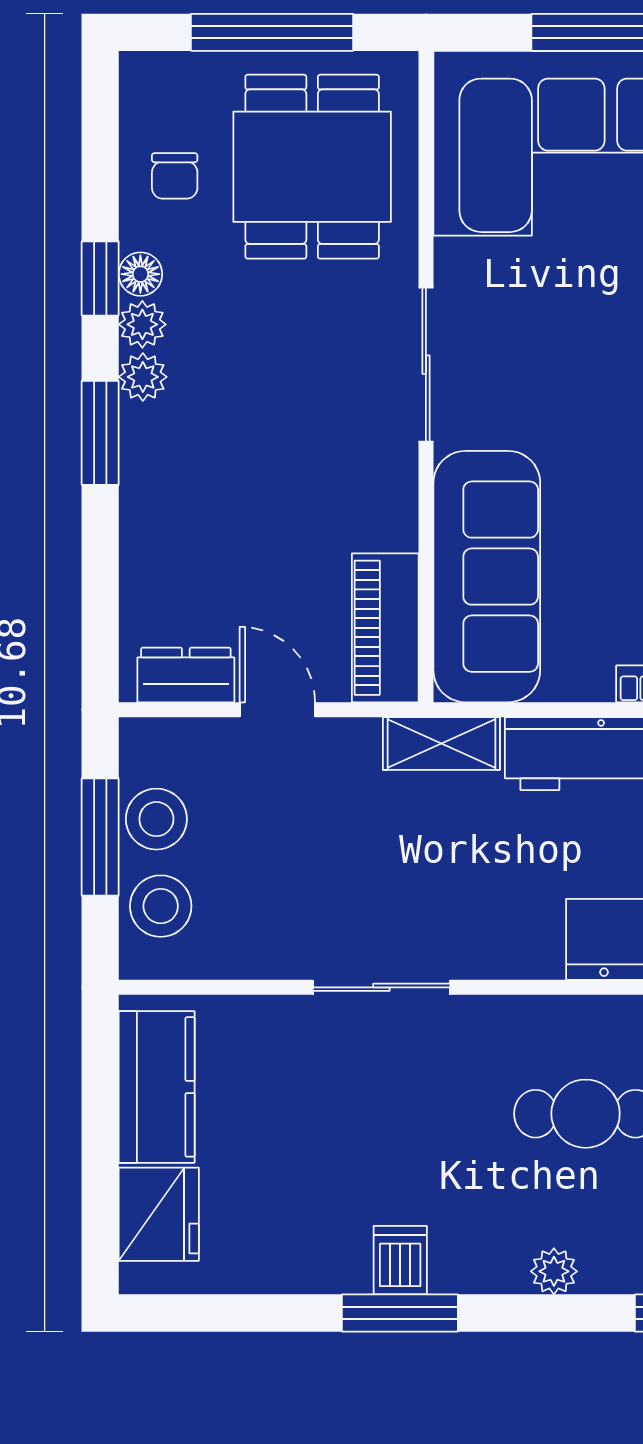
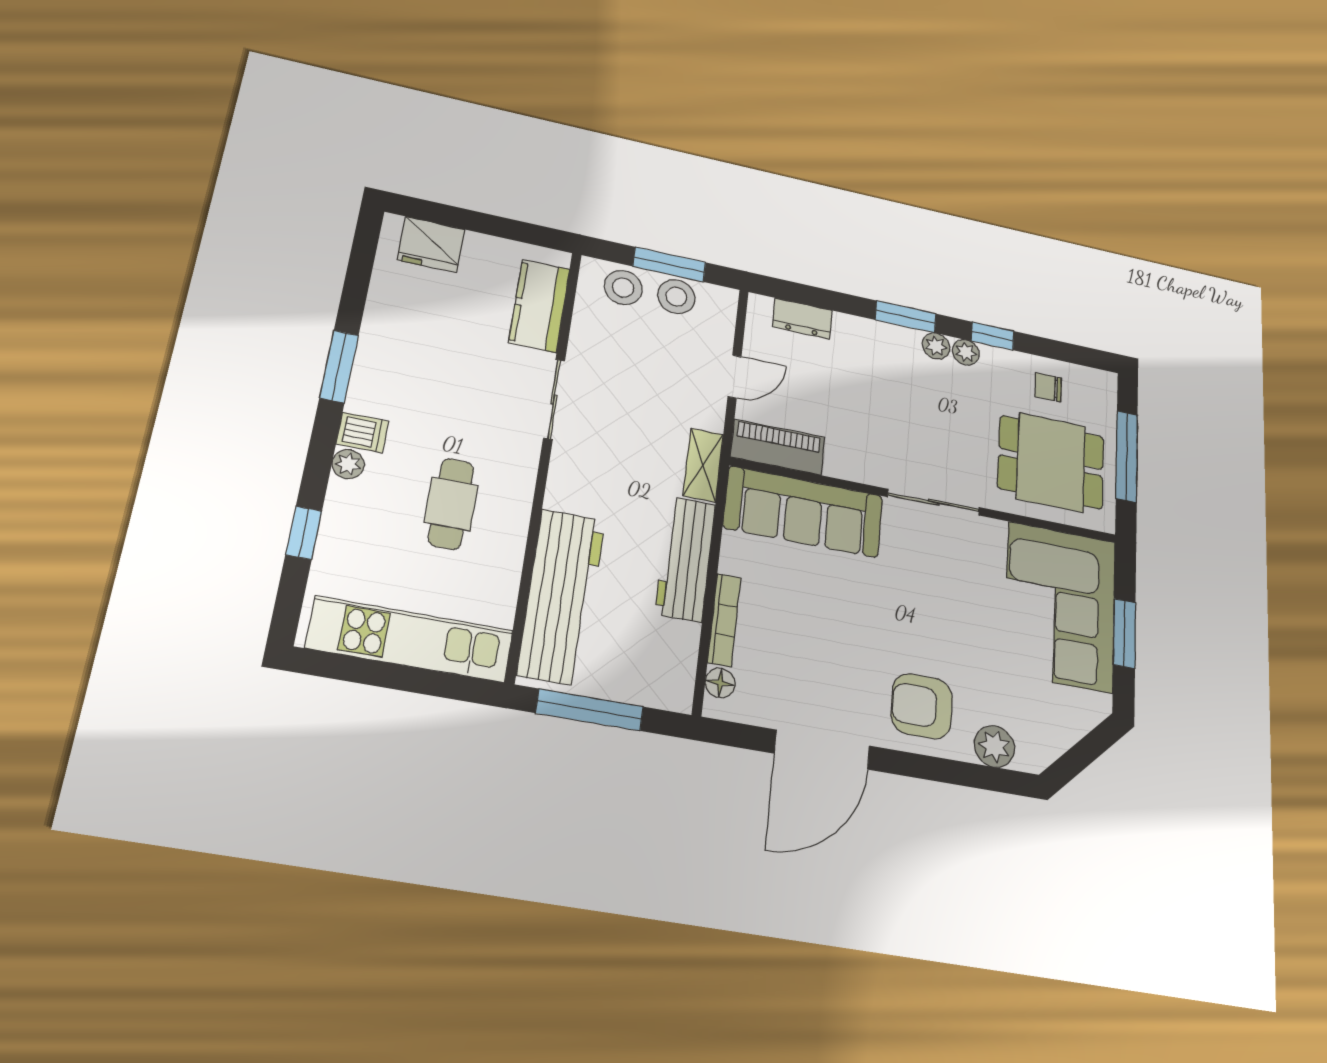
floor lamp: (140, 274) -> (994, 358), removed
dresser: (186, 675) -> (802, 319), moved, turned 90
kitchen counter: (157, 1087) -> (539, 306), moved, turned 90
dishwasher: (400, 1260) -> (362, 432), moved

